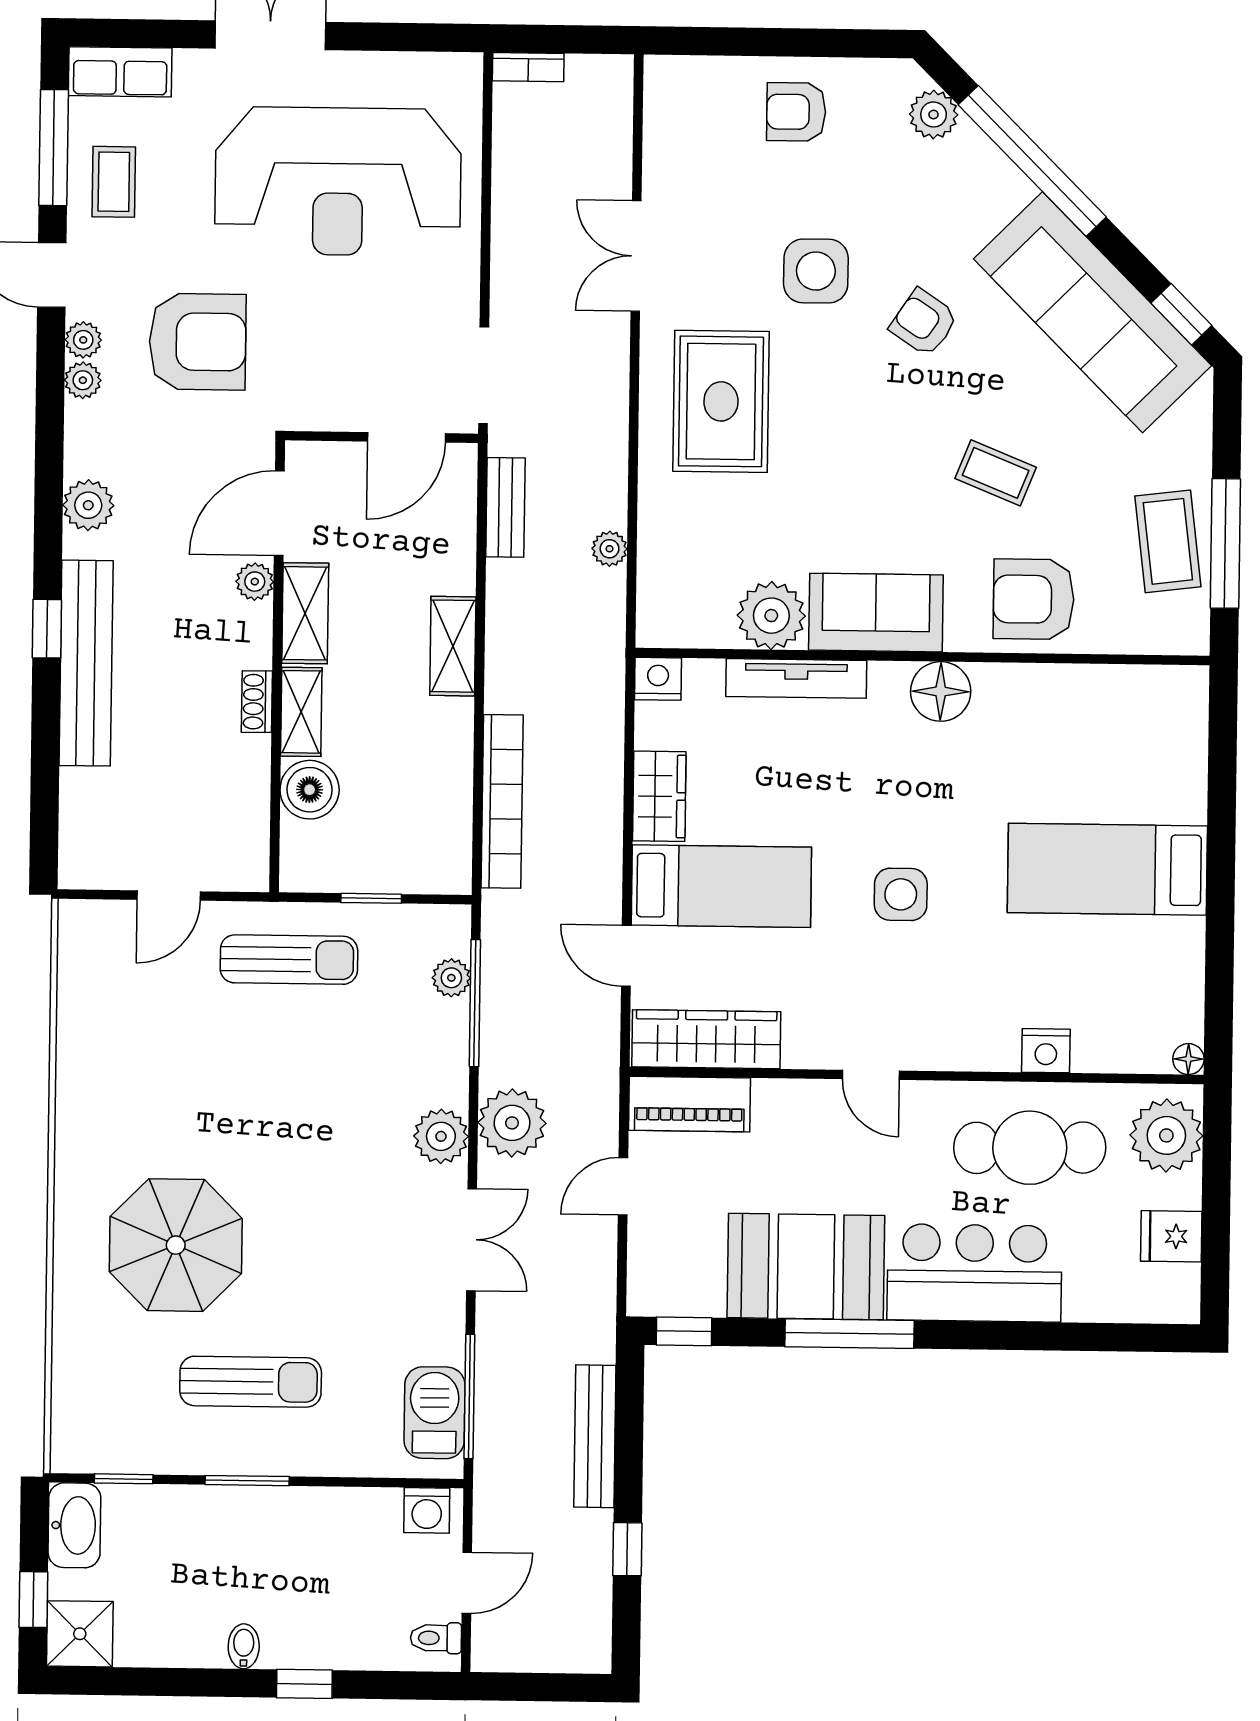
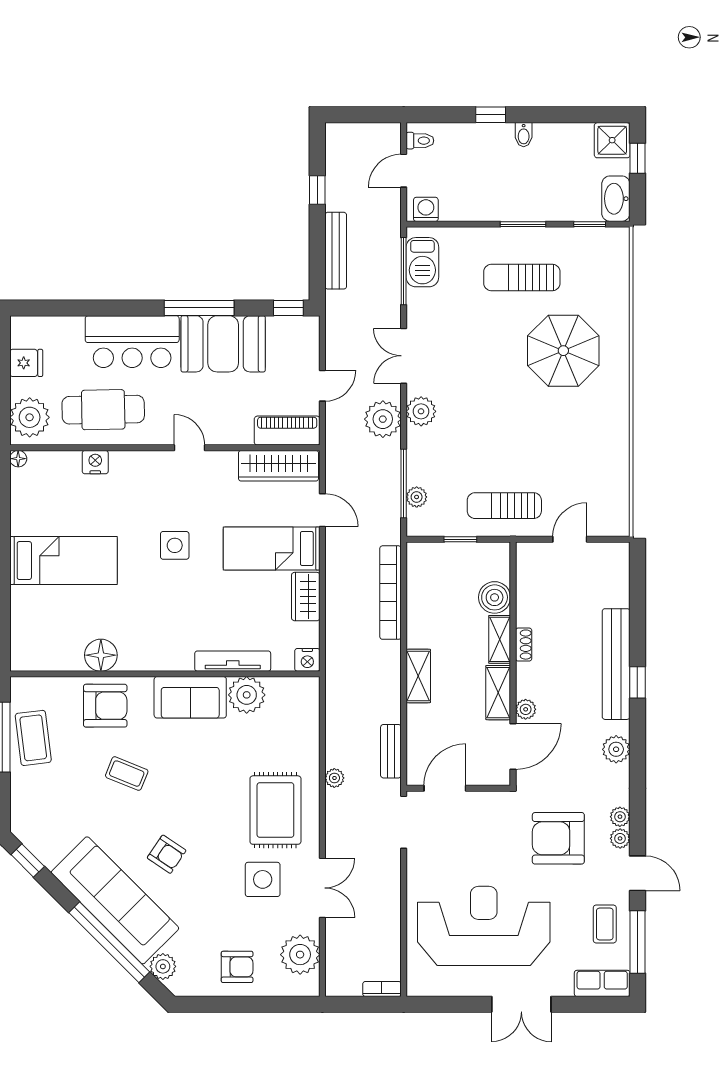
plant: (679, 133) -> (300, 955), added
side table: (816, 271) -> (263, 879), moved
sofa: (1093, 312) -> (115, 900), moved
plant: (610, 549) -> (334, 778), moved
floor lamp: (941, 691) -> (101, 655), moved

